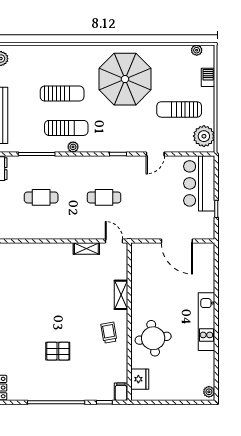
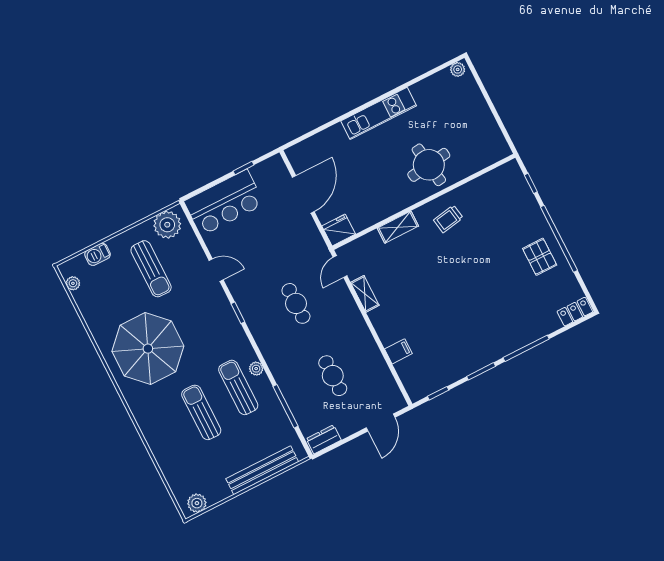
pallet: (58, 351) -> (540, 257), moved
fridge: (140, 379) -> (339, 230), moved
filing cabinet: (121, 392) -> (398, 351), moved, turned 180

